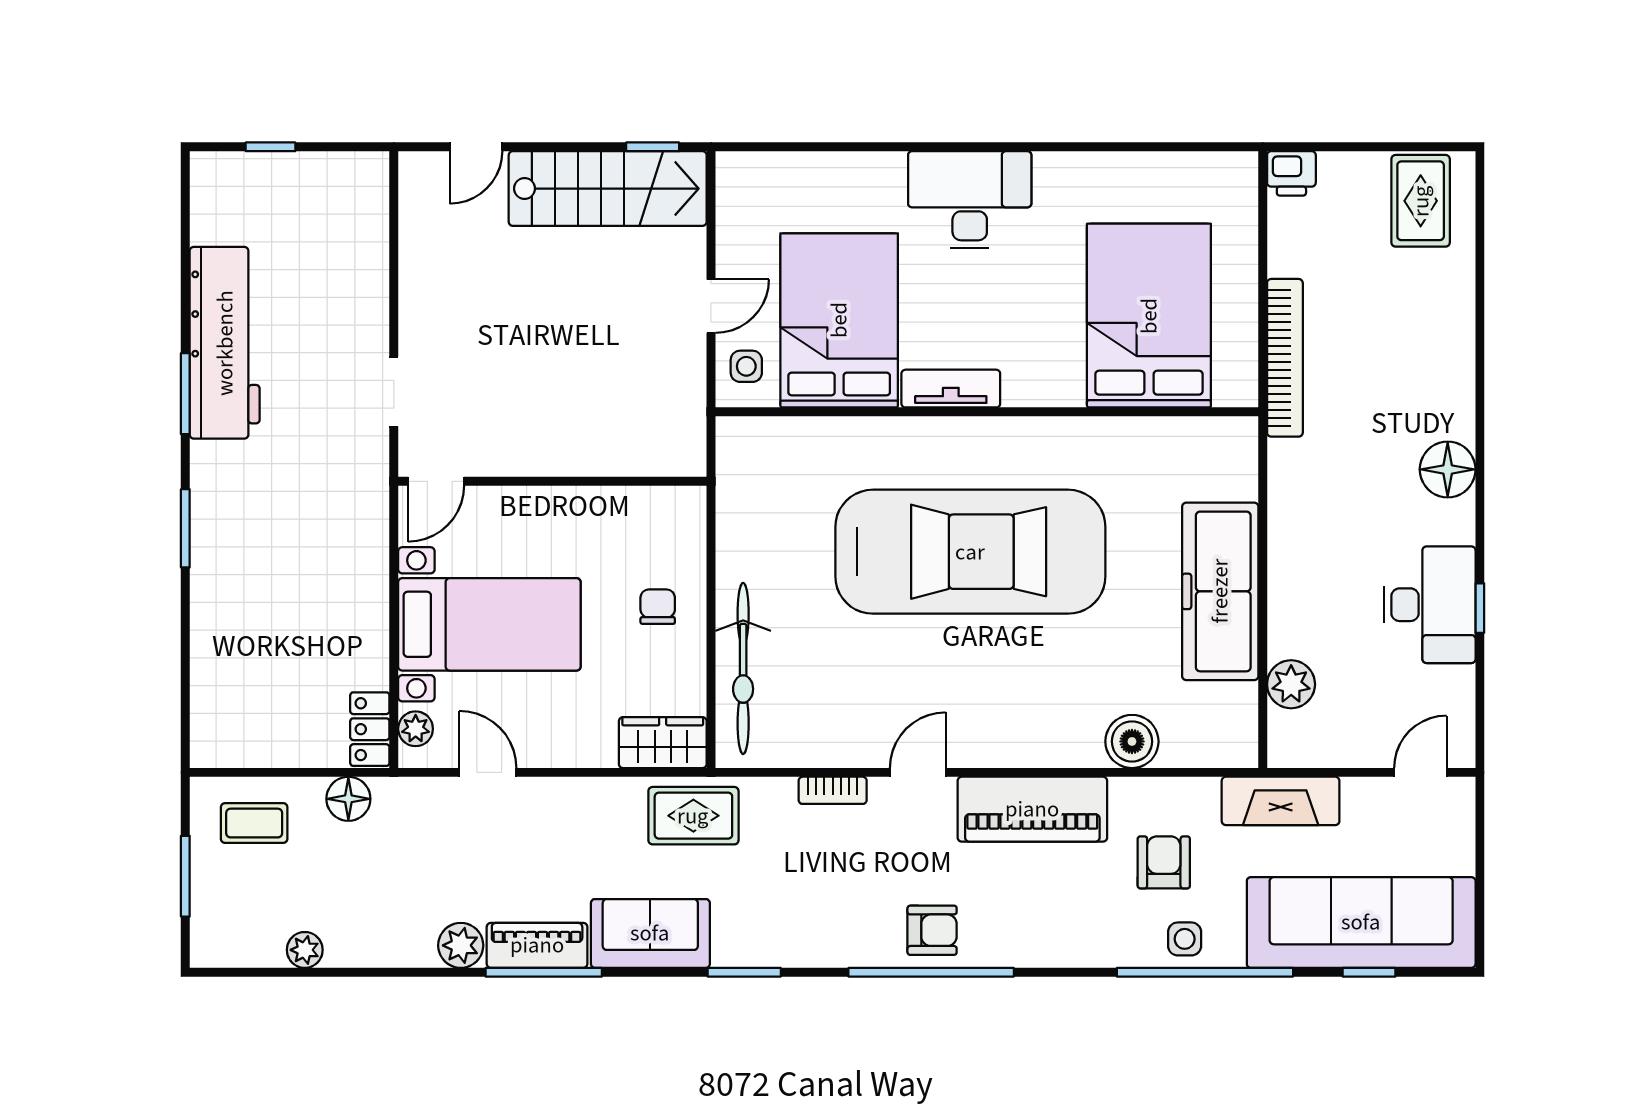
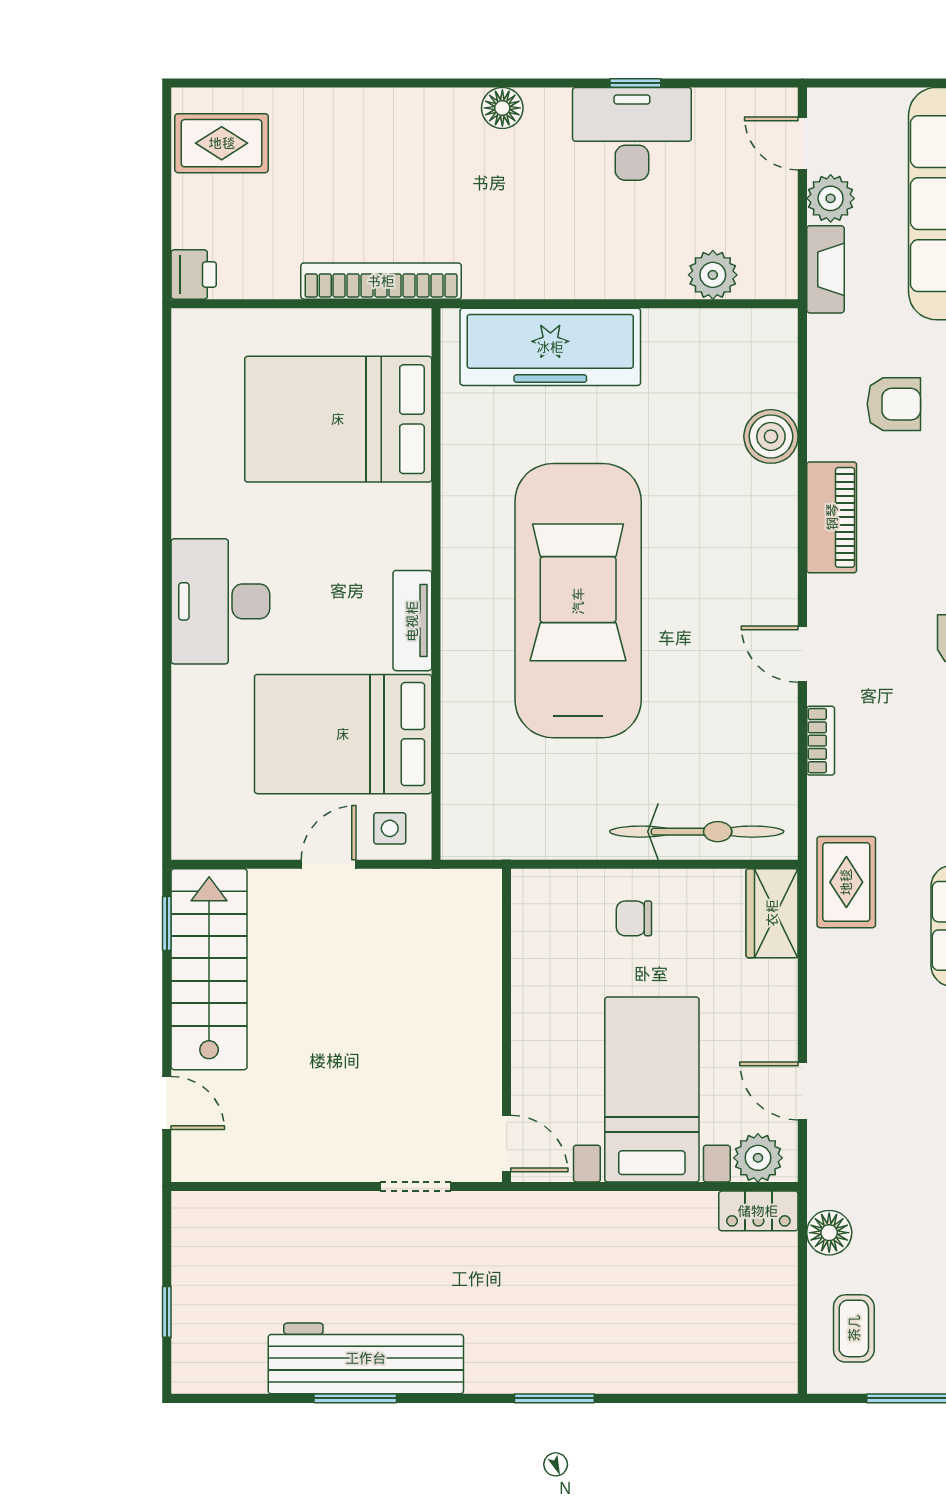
door: (711, 306) -> (329, 864), hinge flipped
window: (185, 394) -> (355, 1398), moved
floor lamp: (1448, 469) -> (502, 108), width x0.73, depth x0.73
freezer: (1220, 591) -> (550, 347), moved
plant: (416, 729) -> (758, 1158), width x1.38, depth x1.38
door: (488, 772) -> (802, 1091), hinge flipped
plant: (1366, 800) -> (831, 198), added
fireplace: (1281, 801) -> (825, 269), width x0.73, depth x0.76
piano: (1032, 809) -> (832, 517), width x0.73, depth x0.75
armchair: (1164, 862) -> (894, 404), turned 180

